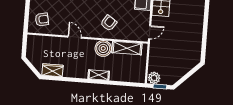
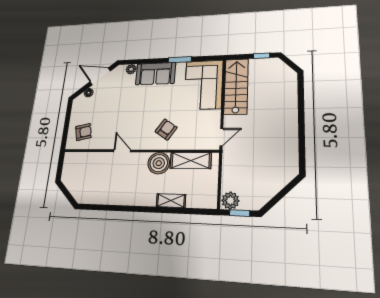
wardrobe: (53, 70) -> (92, 196), removed
shelving: (99, 75) -> (171, 201), moved

